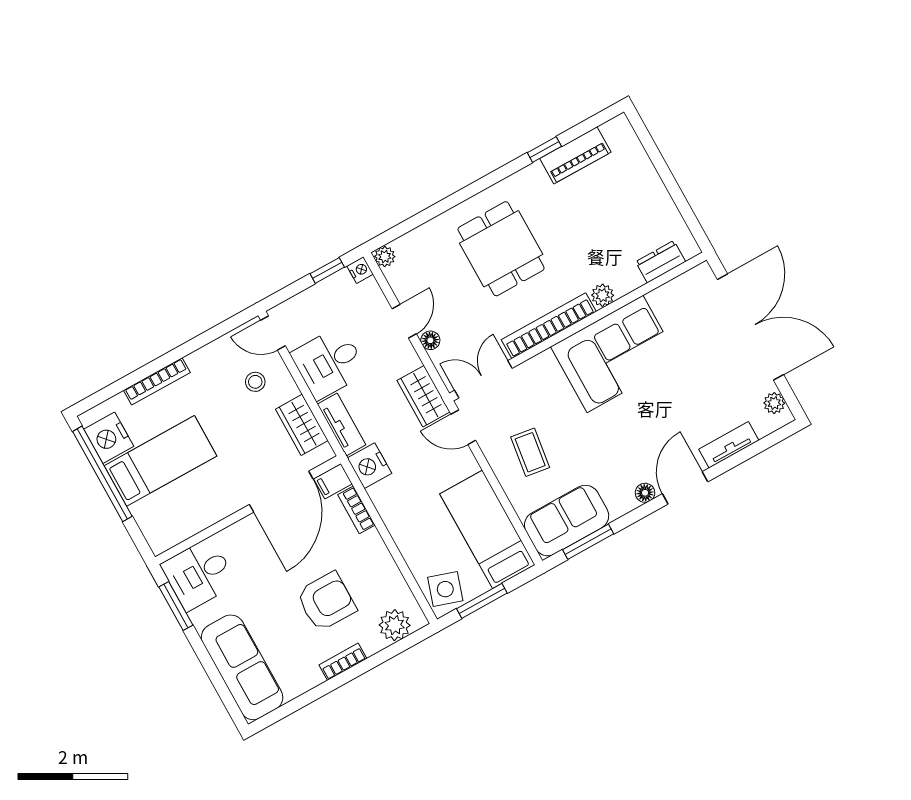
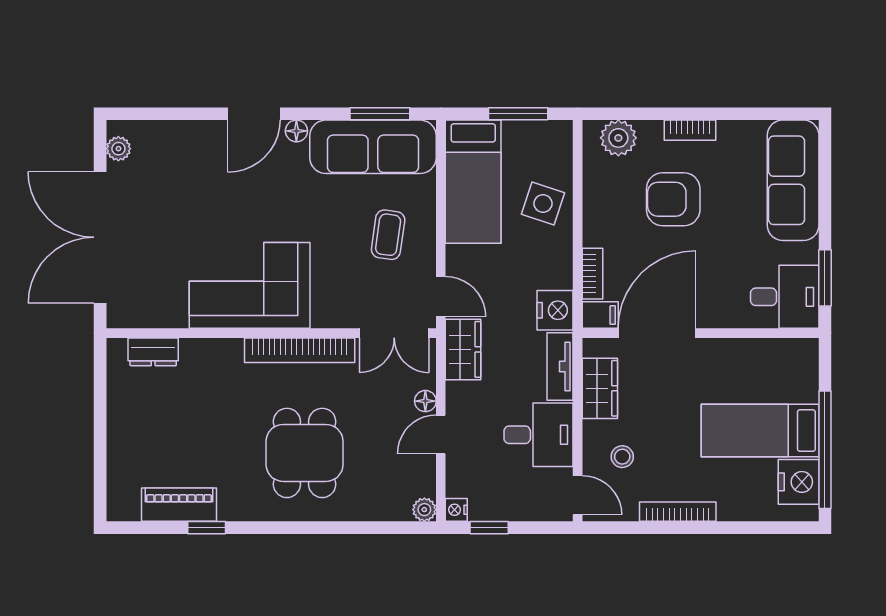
plant: (603, 295) -> (229, 351), removed
bookcase: (157, 381) -> (678, 512), moved
tv unit: (729, 445) -> (187, 132), removed
sofa: (567, 521) -> (373, 147), width x1.36
side table: (445, 589) -> (543, 204), moved

